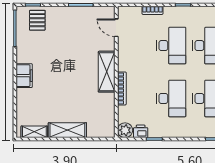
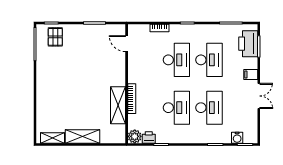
shelving: (107, 72) -> (118, 105), moved
filing cabinet: (24, 76) -> (43, 87), removed

